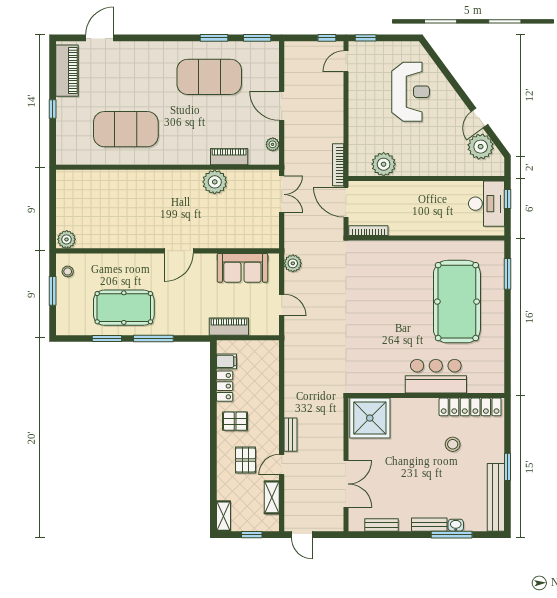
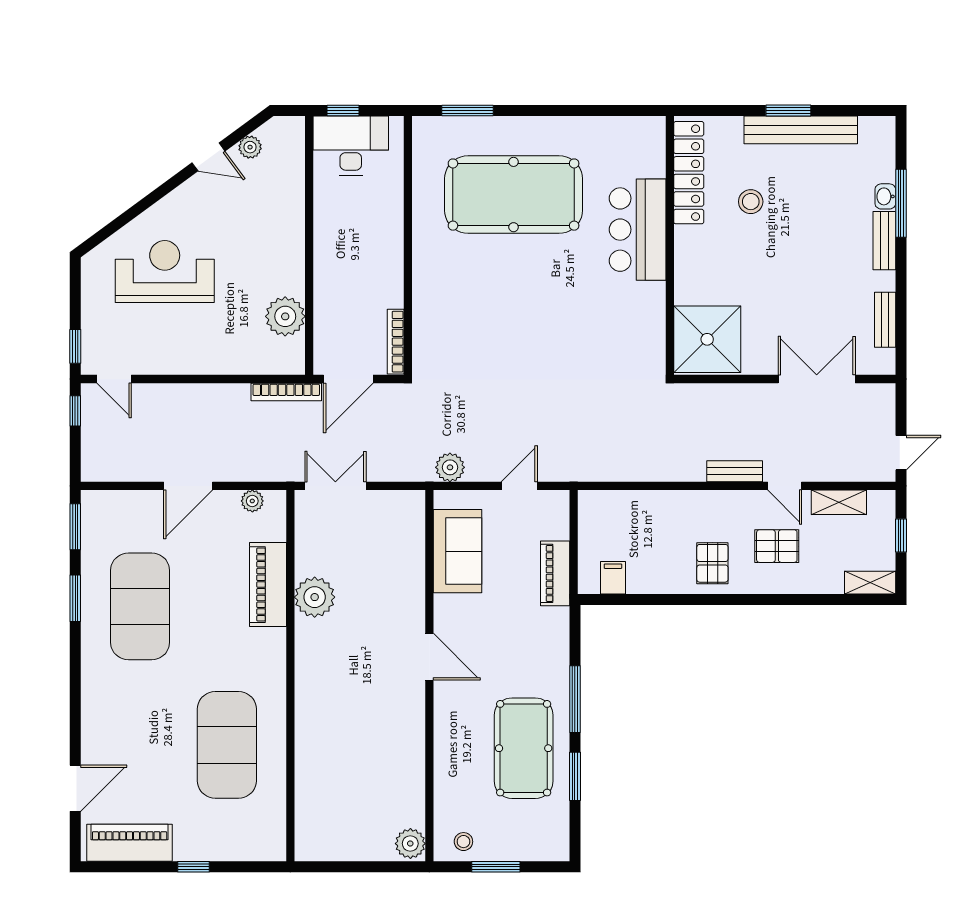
door: (100, 38) -> (75, 788), swing flipped
plant: (481, 147) -> (250, 147), width x0.53, depth x0.53
piano: (229, 157) -> (268, 585), width x1.37, depth x1.33
locker: (225, 386) -> (654, 581), removed
bench: (496, 497) -> (801, 130), moved

